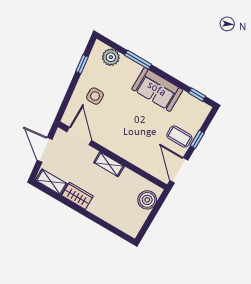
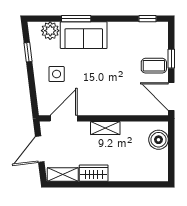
sofa: (157, 89) -> (84, 35), moved
door: (79, 136) -> (64, 118), hinge flipped
door: (45, 150) -> (40, 149), hinge flipped

